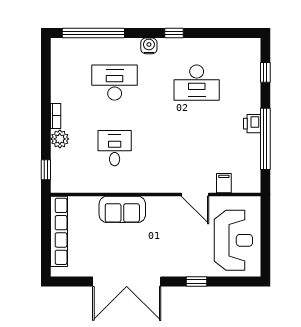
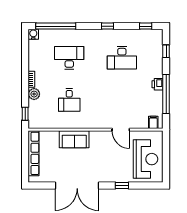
window: (234, 33) -> (146, 26), added
water cooler: (149, 46) -> (33, 34), moved
desk: (115, 148) -> (69, 100), turned 180
filing cabinet: (224, 183) -> (153, 122), moved

